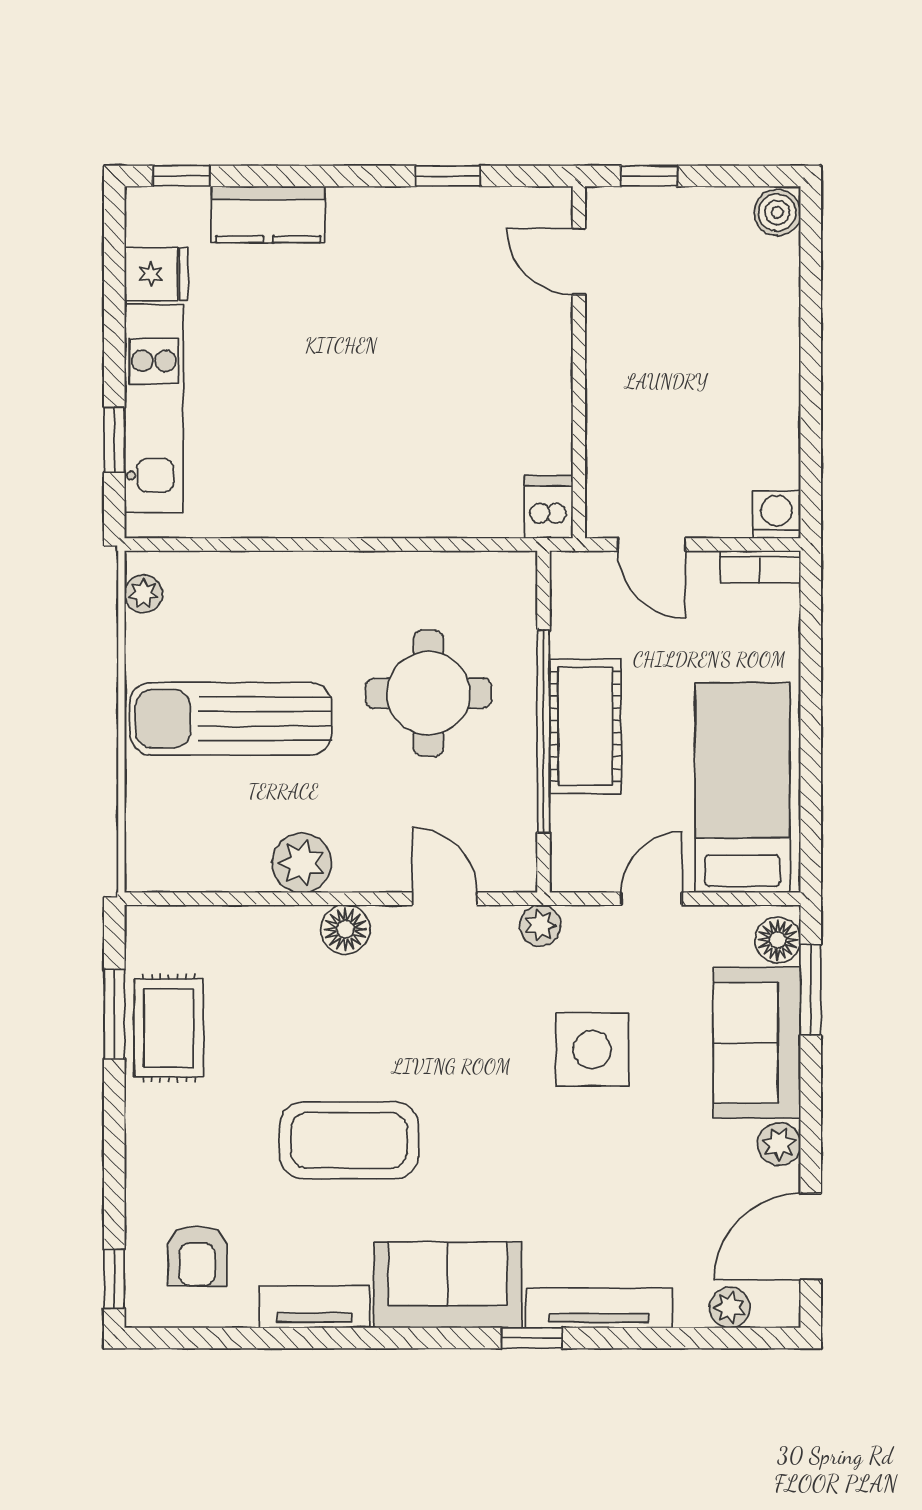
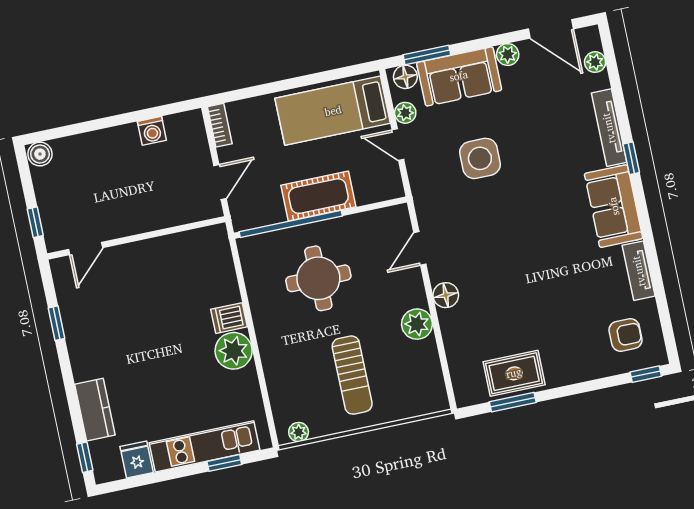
plant: (324, 502) -> (234, 351), added
dishwasher: (549, 507) -> (229, 318), moved
washing machine: (777, 514) -> (152, 131), moved, turned -90
sun lounger: (231, 719) -> (352, 375), width x0.73, depth x0.75
window: (544, 732) -> (291, 224), moved
plant: (540, 925) -> (405, 113), moved
coffee table: (349, 1140) -> (551, 271), removed

